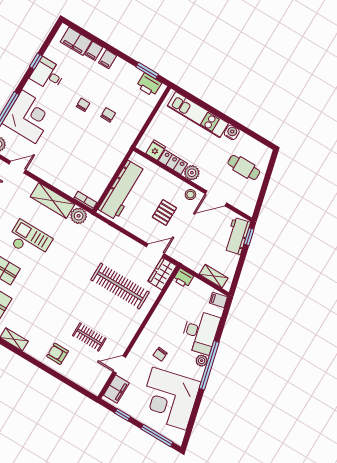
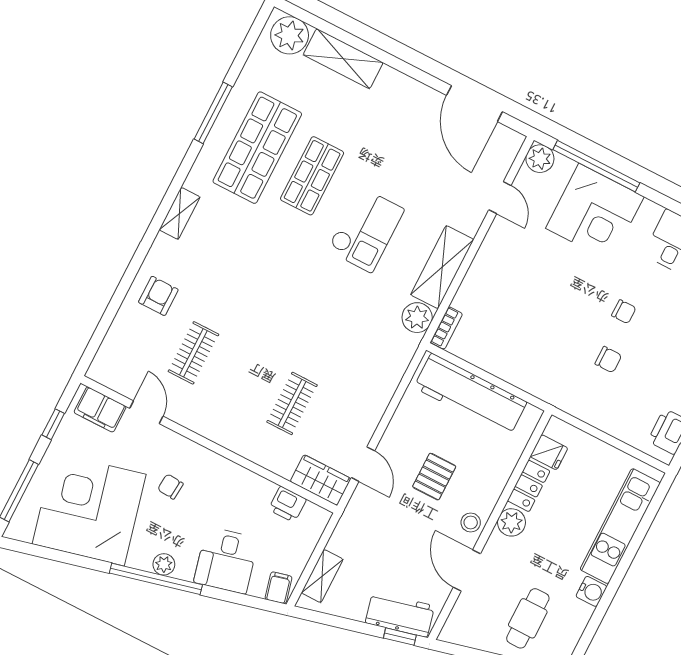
pallet: (164, 212) -> (434, 477), turned 90
printer: (183, 278) -> (287, 504), moved, turned -90
clothes rail: (120, 286) -> (292, 403), width x0.54, depth x0.76
desk: (200, 332) -> (226, 560), width x0.73

